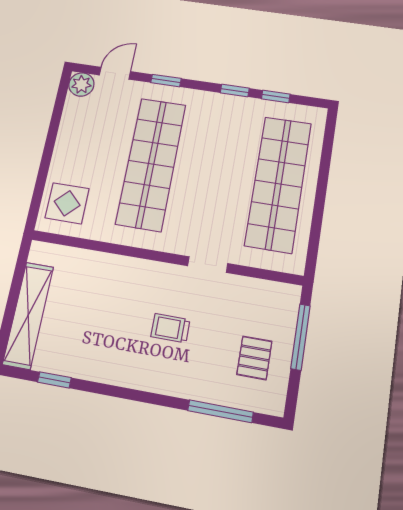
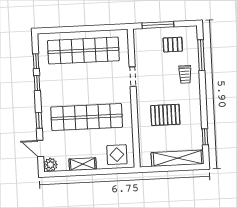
shelving: (67, 139) -> (83, 164), added
pallet: (118, 311) -> (165, 115), added
trolley: (170, 328) -> (185, 74), moved

